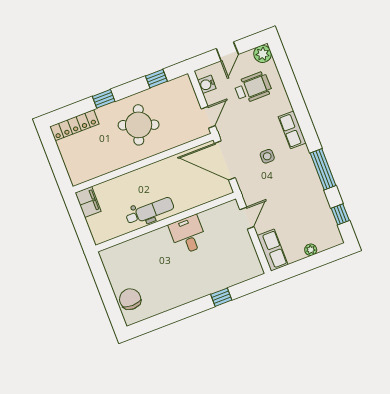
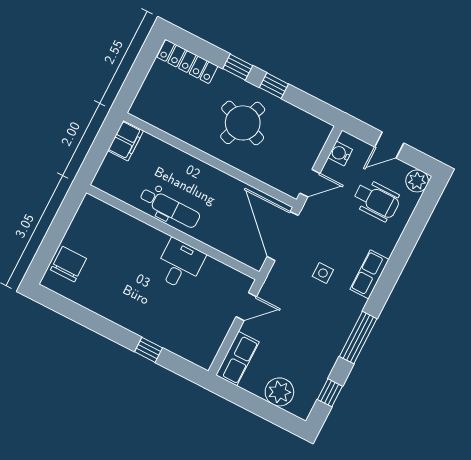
window: (156, 79) -> (274, 86), moved
plant: (311, 250) -> (279, 392), width x1.87, depth x1.87

